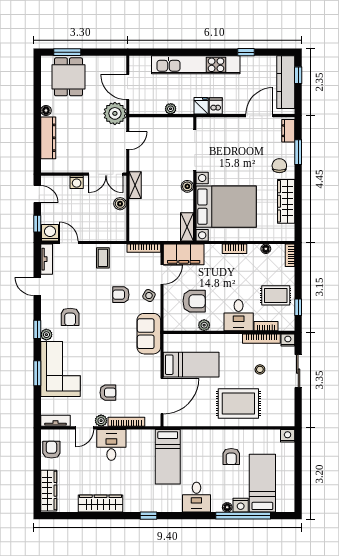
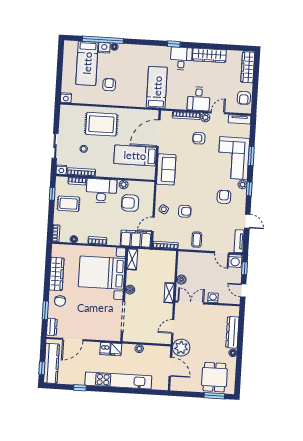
desk: (239, 315) -> (101, 191), width x1.37
sofa: (149, 334) -> (166, 169), moved
desk: (196, 497) -> (181, 58), moved

